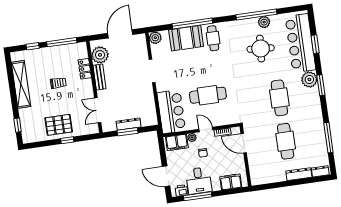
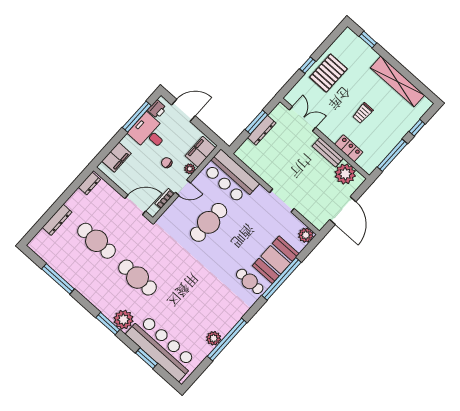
round table: (261, 49) -> (196, 310), removed
dresser: (320, 171) -> (89, 183), moved

